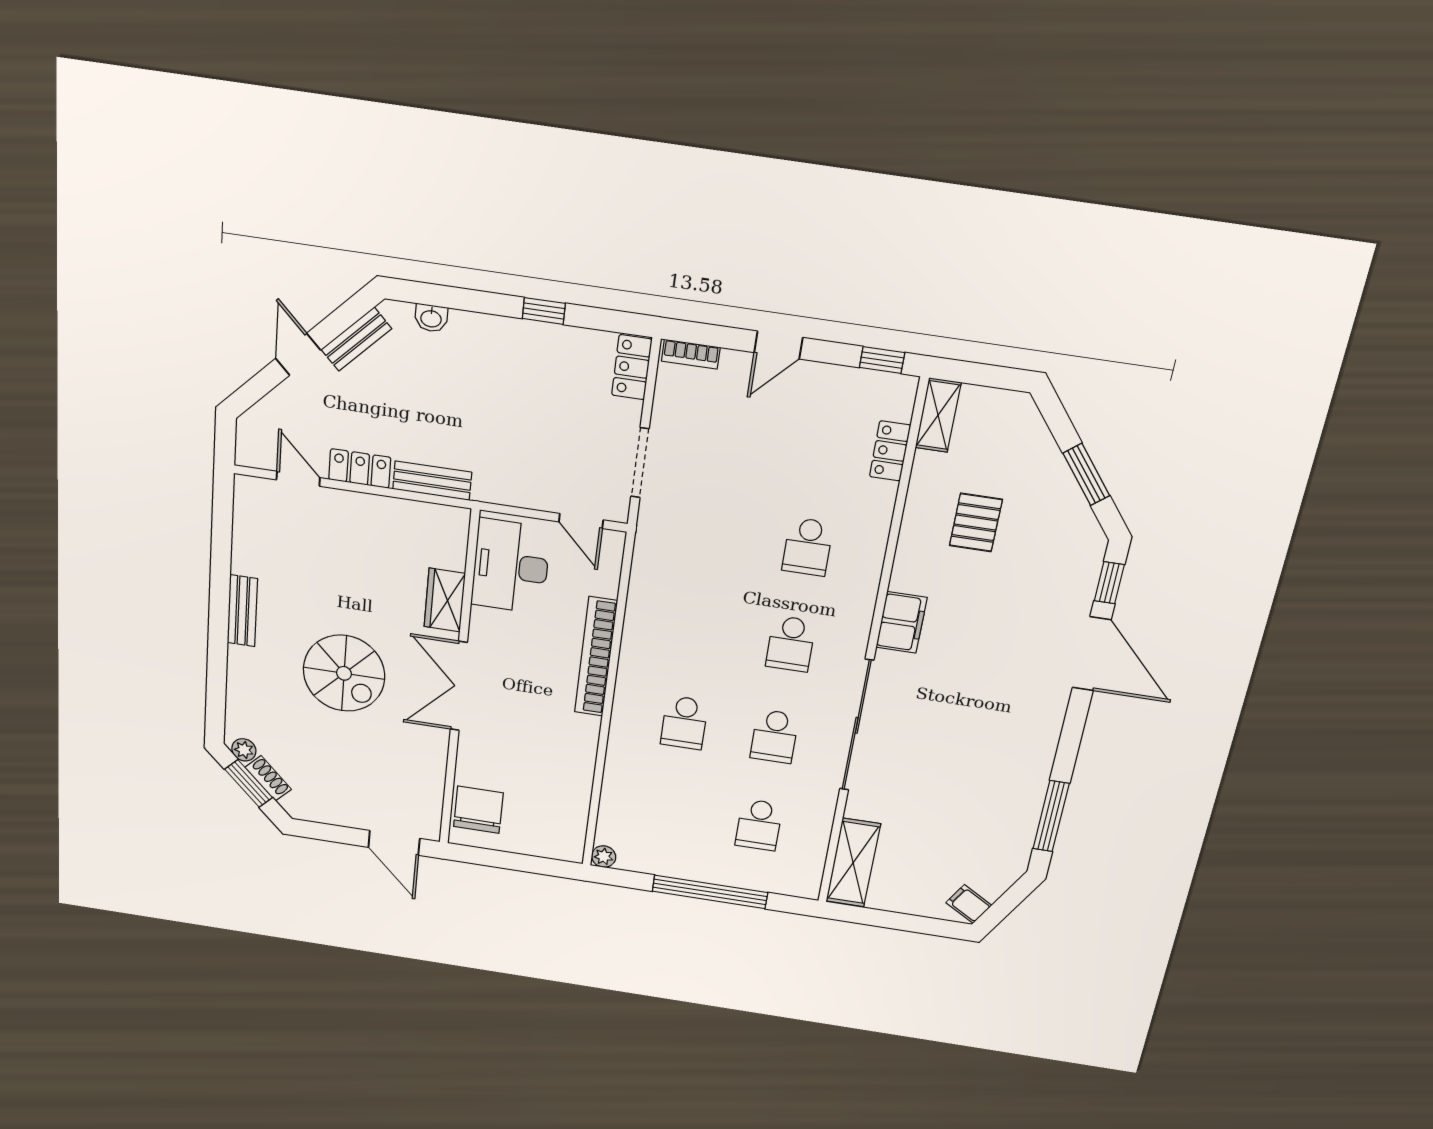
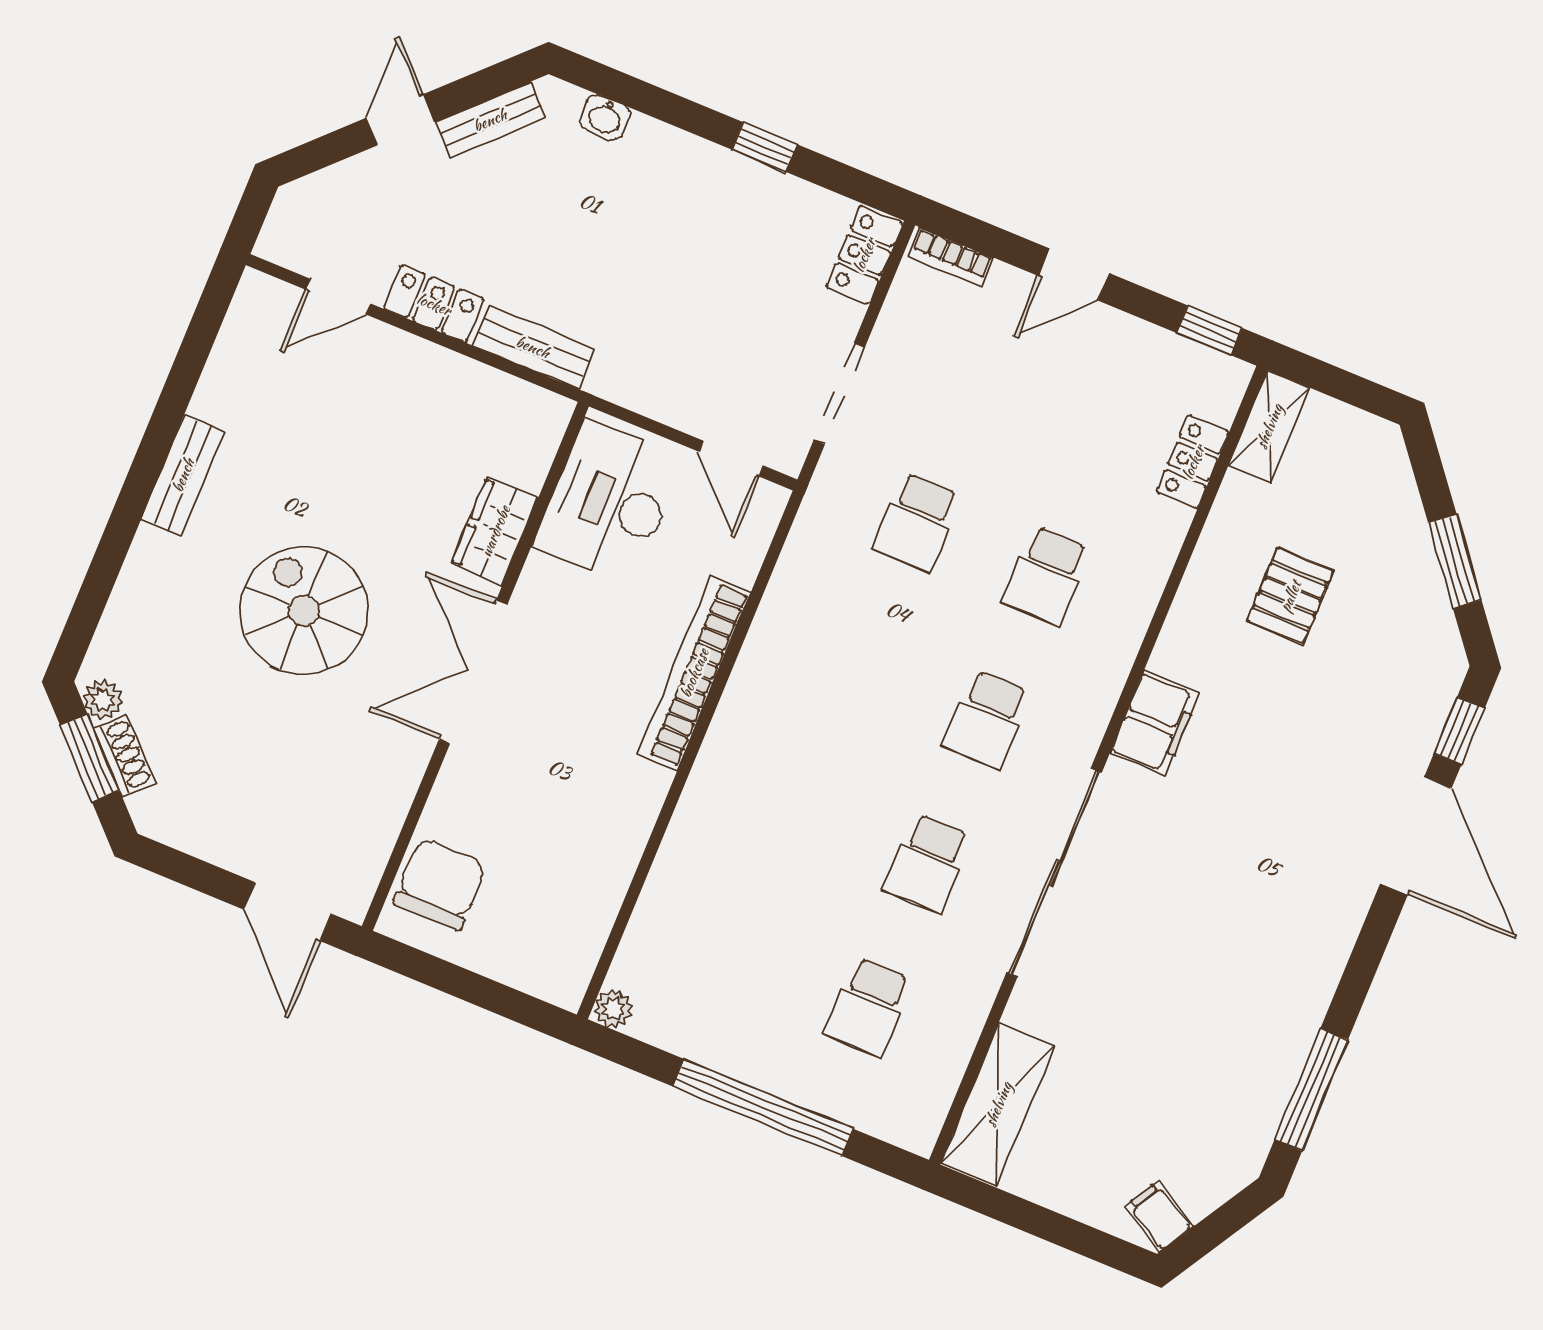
door: (298, 479) -> (338, 297), swing flipped
spiral stairs: (344, 673) -> (304, 611), turned 180
school desk: (684, 723) -> (917, 522), moved

